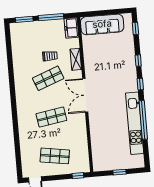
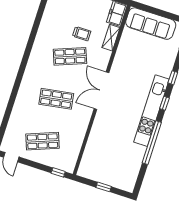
shelving: (76, 59) -> (111, 38), moved
kitchen unit: (135, 123) -> (151, 111), moved
shop shelf: (55, 156) -> (43, 141), turned -30

